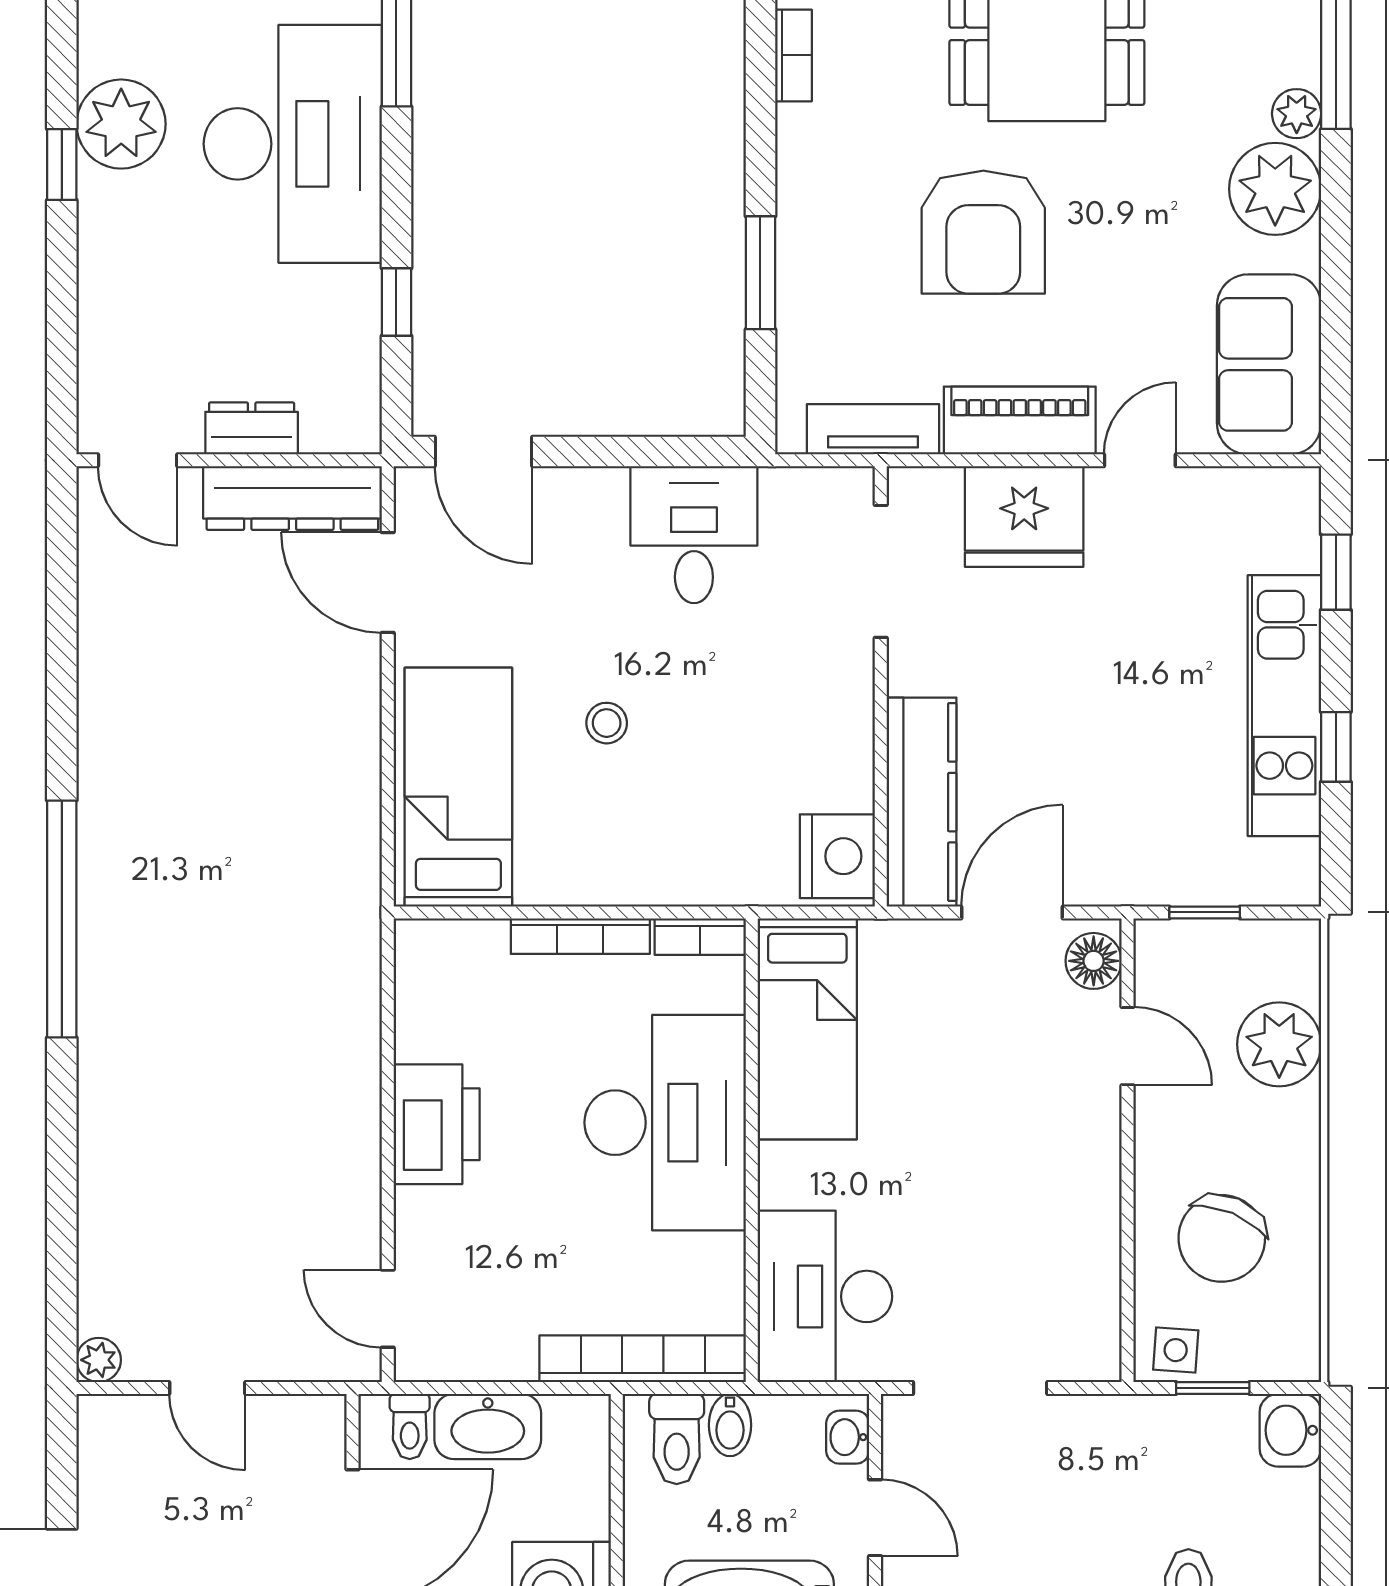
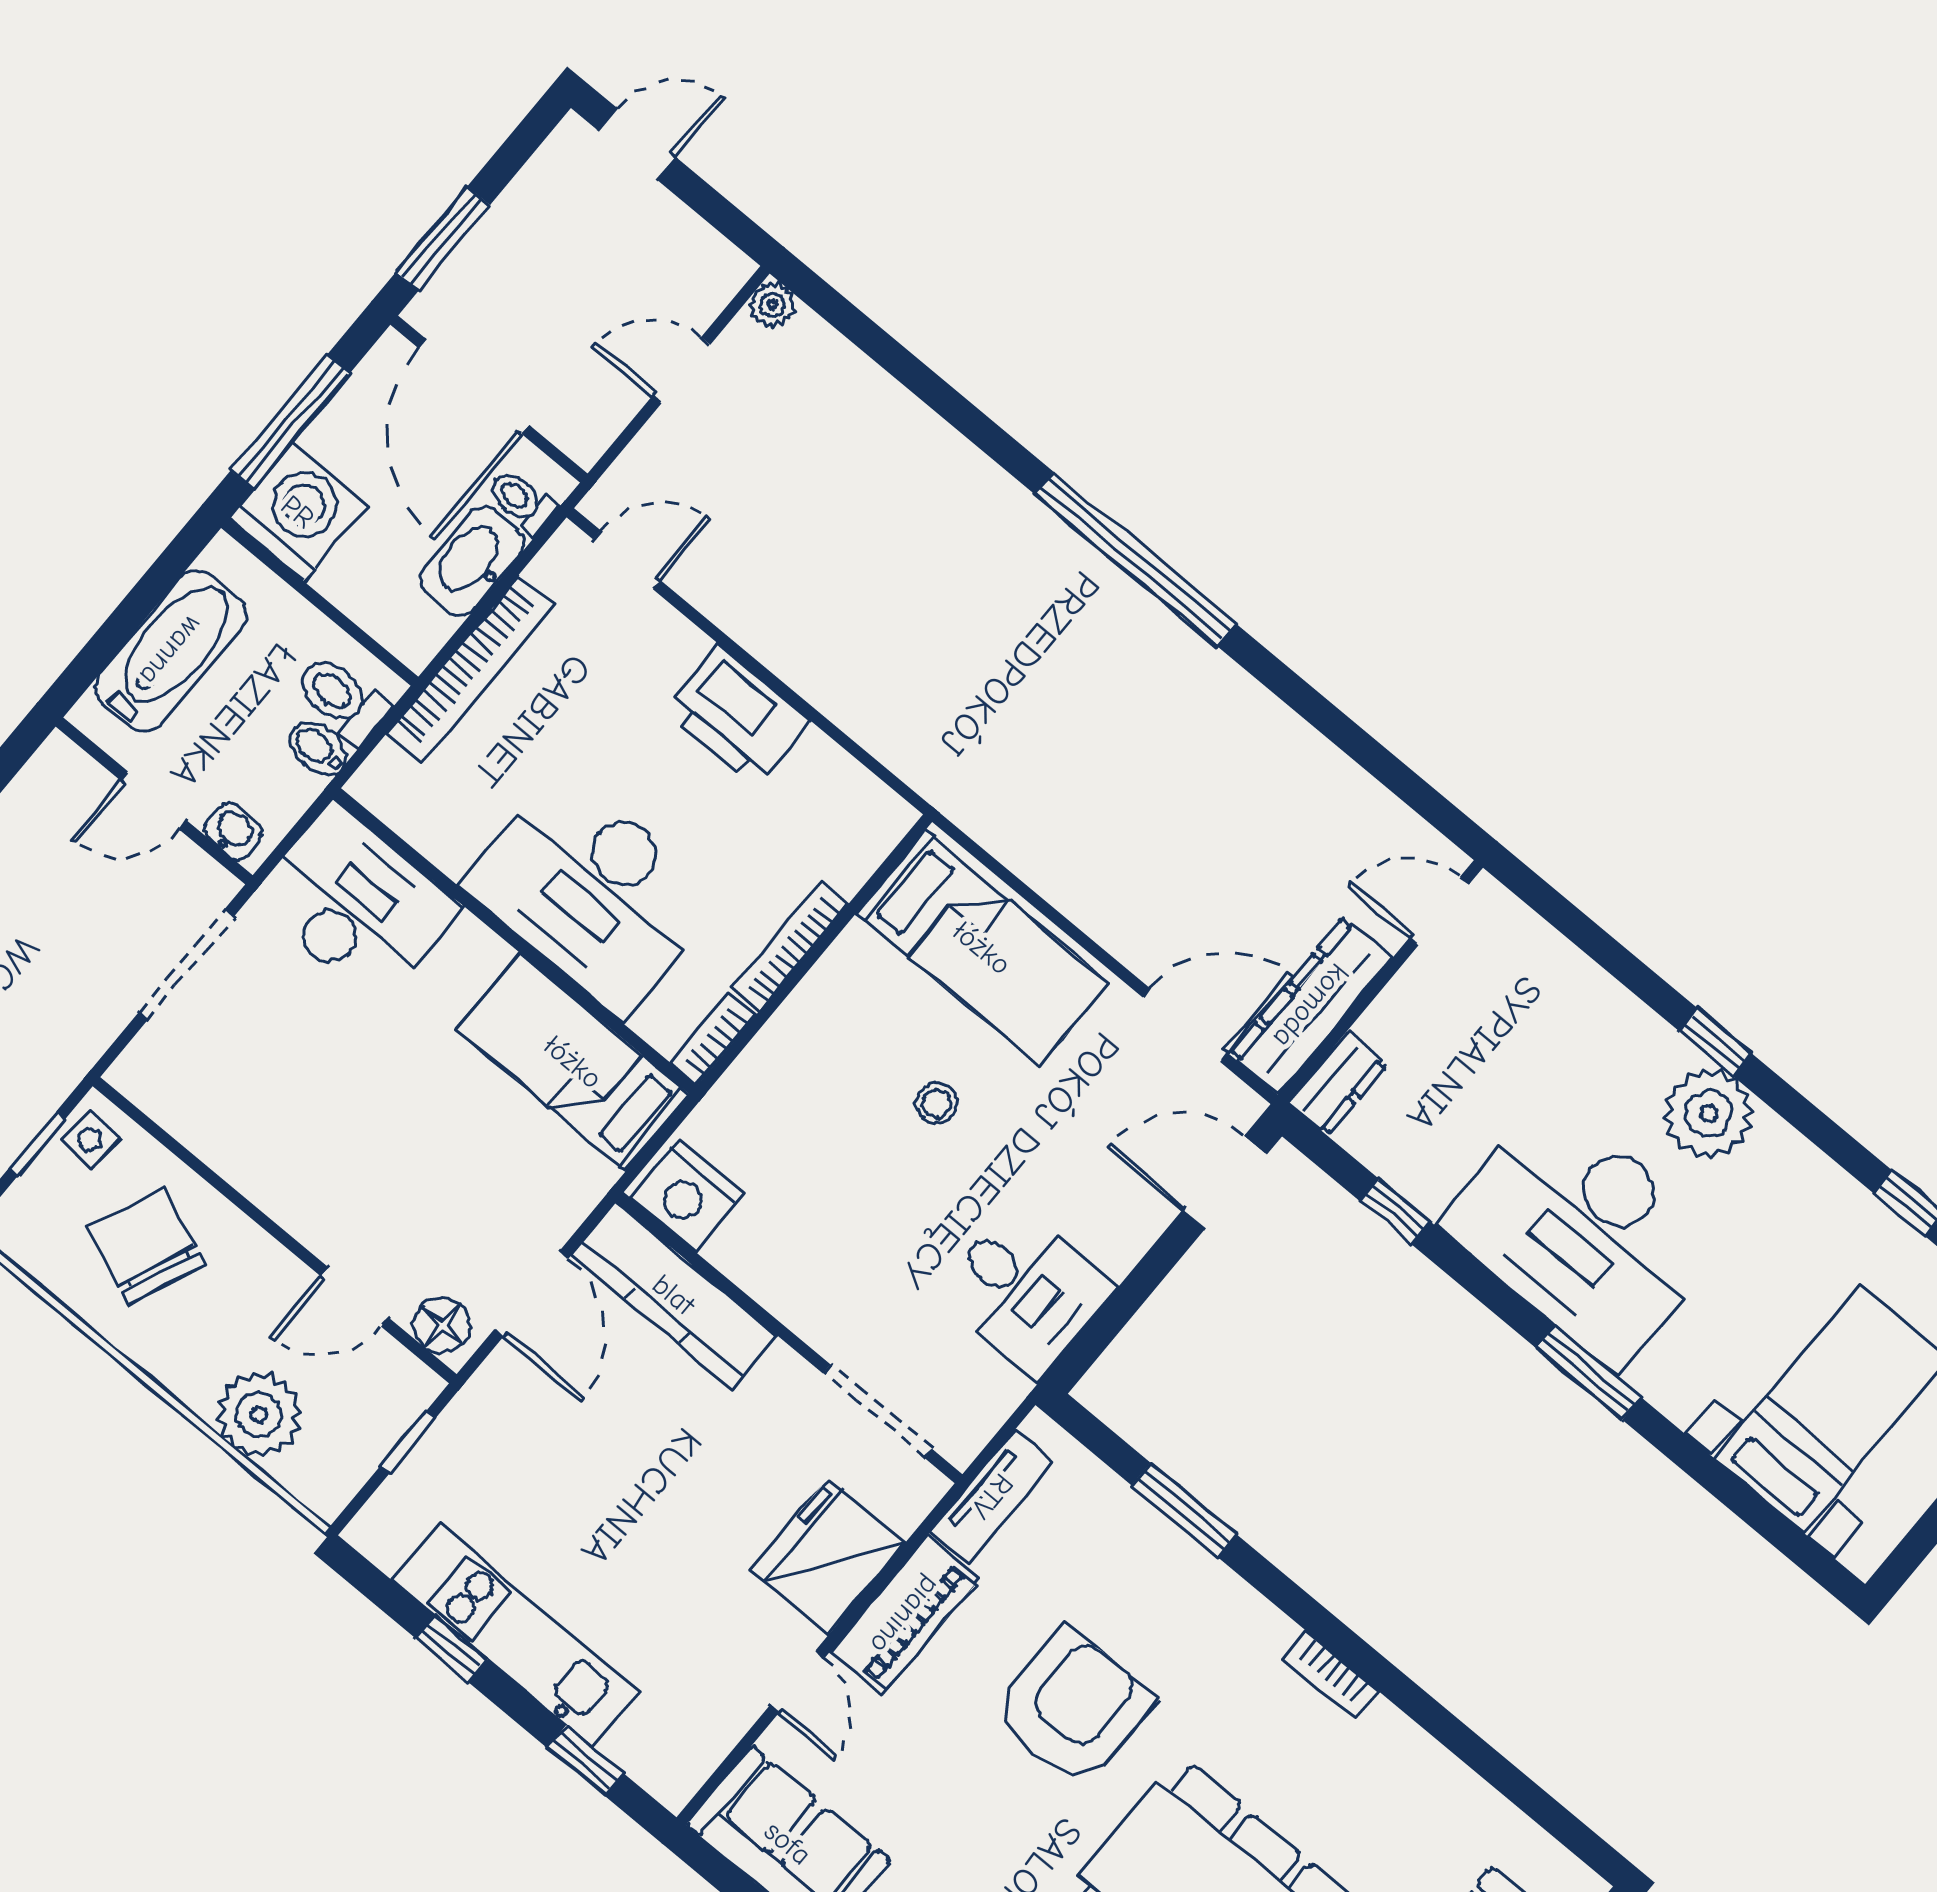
armchair: (983, 232) -> (1073, 1707), turned 90
dresser: (252, 428) -> (1337, 1084), moved
bookcase: (643, 1359) -> (470, 669), moved

